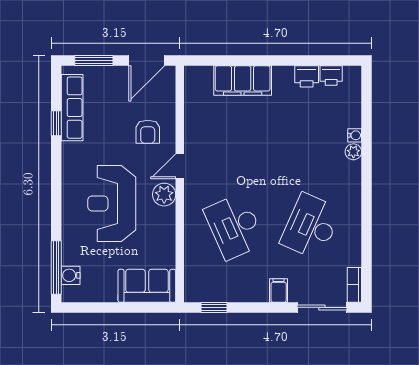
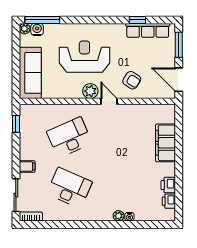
armchair: (148, 132) -> (132, 80), turned -147
sofa: (147, 286) -> (30, 73), width x1.36
plant: (69, 294) -> (25, 29), added

